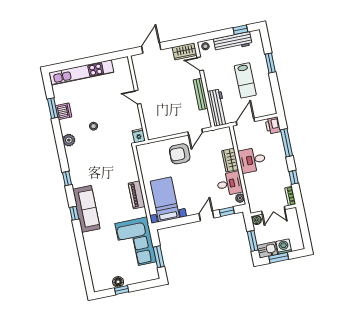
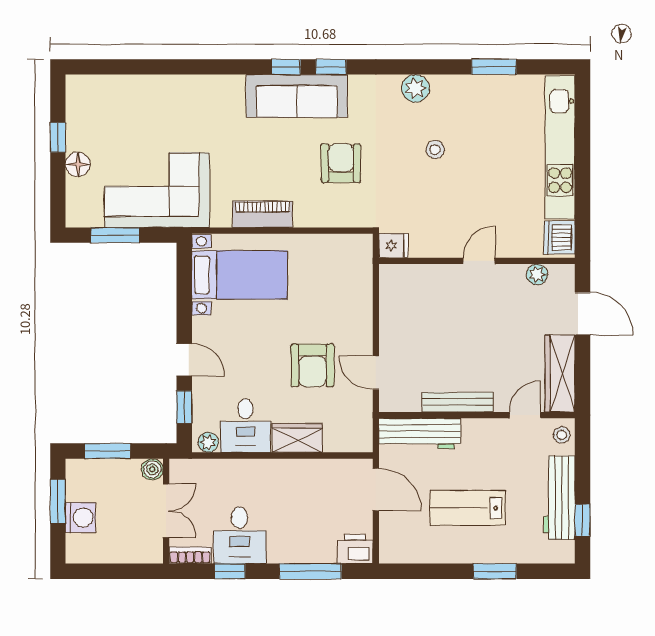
wardrobe: (185, 51) -> (560, 374), width x1.50
plant: (138, 71) -> (537, 274), added
dishwasher: (64, 111) -> (559, 238), moved, turned 90
armchair: (180, 154) -> (312, 365), moved, turned 180
desk: (252, 160) -> (239, 535), moved, turned 180
armchair: (108, 166) -> (341, 163), added
sofa: (86, 209) -> (297, 96), moved
double door: (273, 210) -> (166, 511), swing flipped
window: (74, 213) -> (286, 67), moved
kitchen sink: (267, 250) -> (81, 479), removed
floor lamp: (118, 282) -> (78, 164), moved

